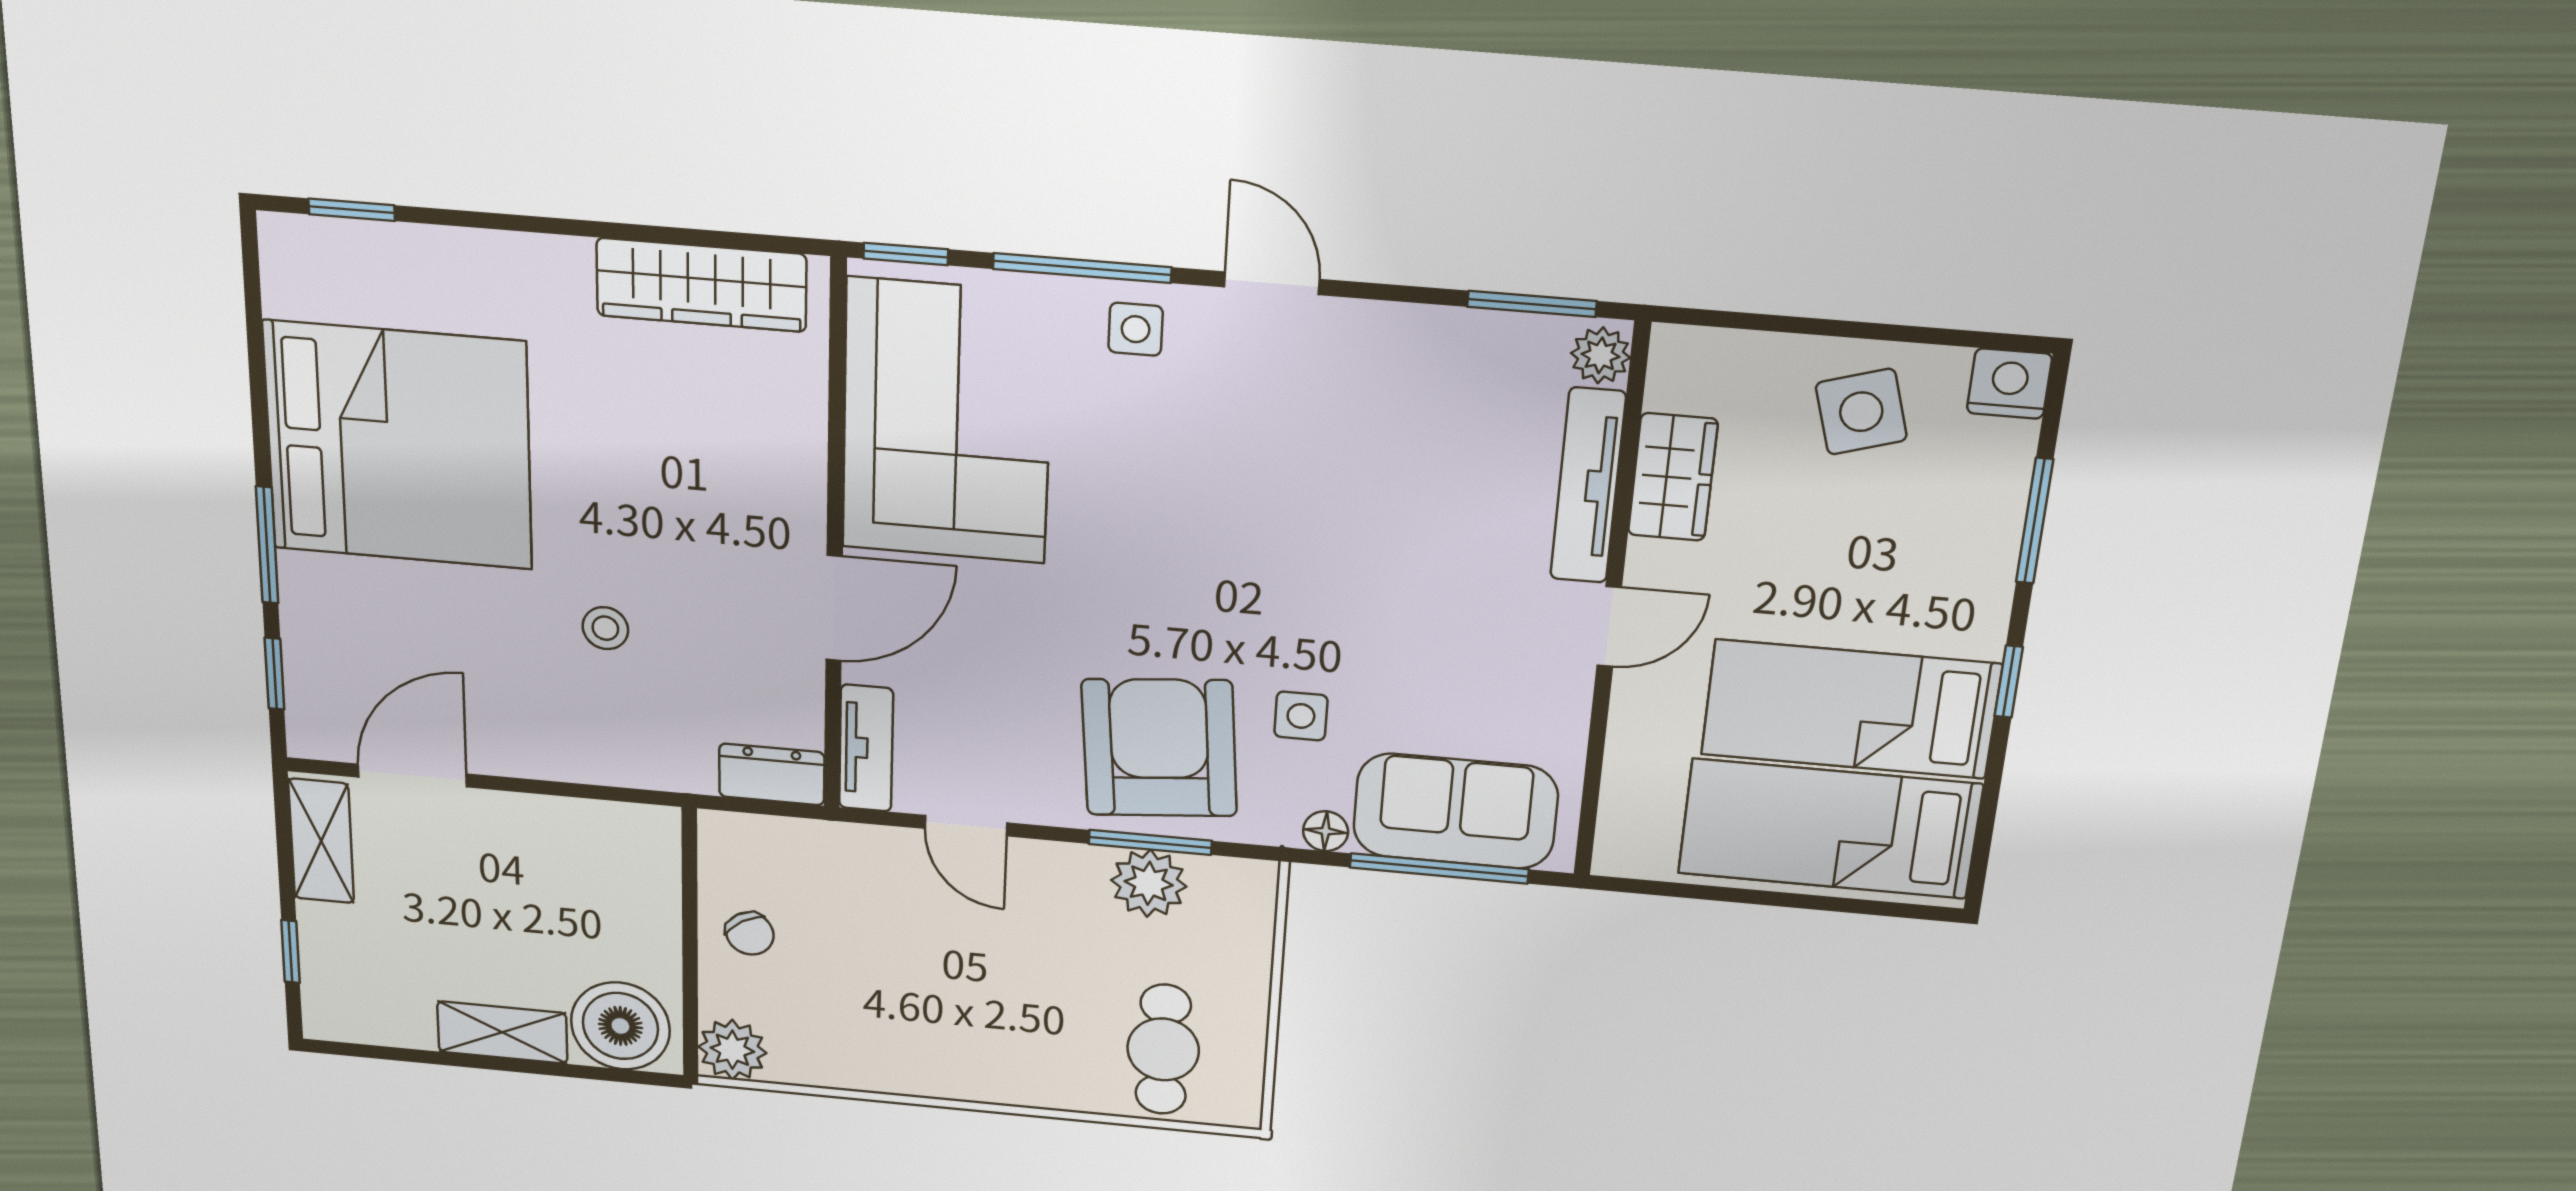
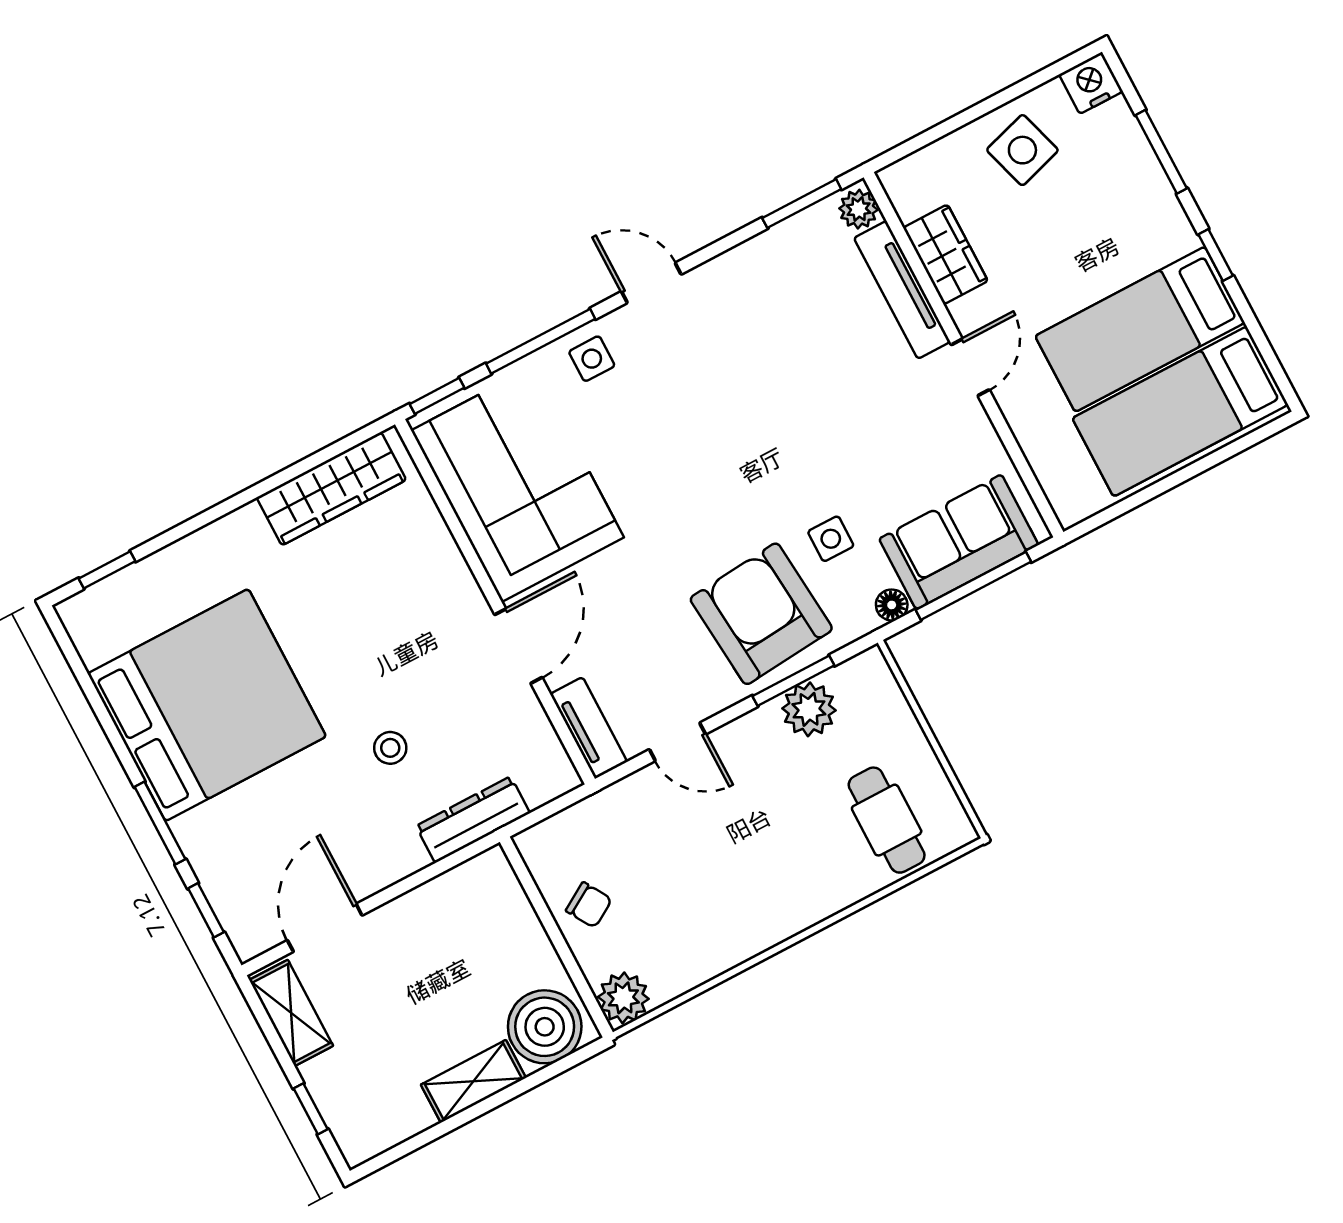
dresser: (772, 774) -> (473, 820), moved, width x1.44

